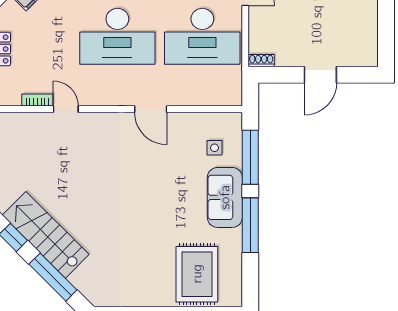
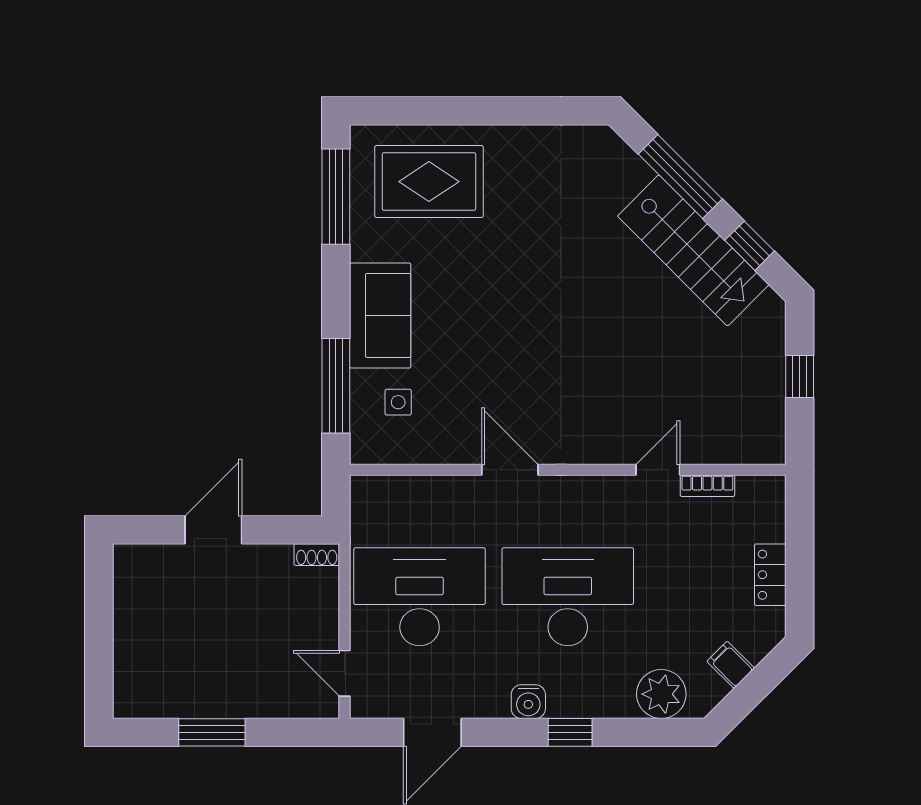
door: (66, 109) -> (658, 470), swing flipped
window: (250, 225) -> (336, 197), moved
rug: (197, 274) -> (429, 182), turned 90

